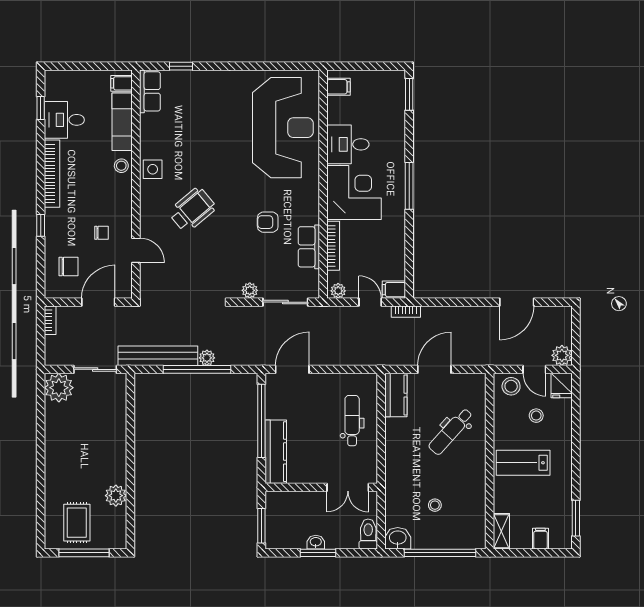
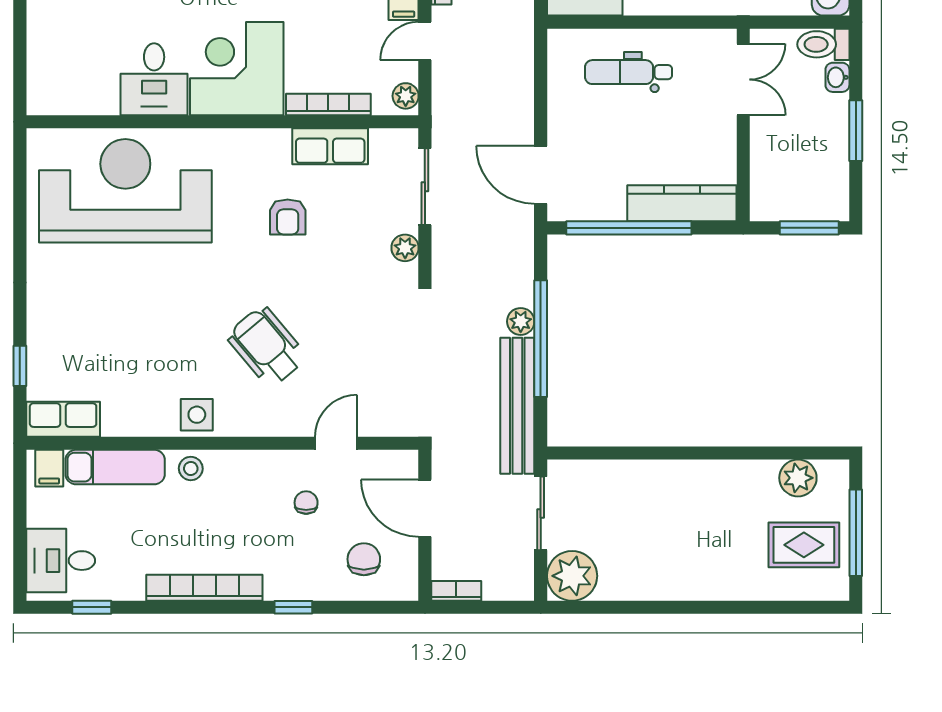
filing cabinet: (338, 87) -> (55, 95), removed
desk: (64, 120) -> (61, 561), moved, turned 90
plant: (116, 496) -> (798, 478), moved
washbasin: (316, 542) -> (837, 77), moved

